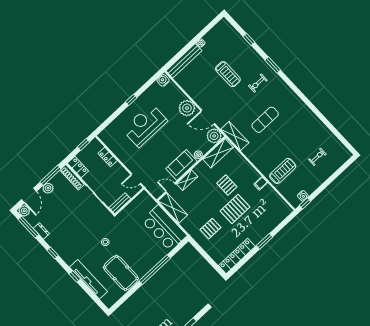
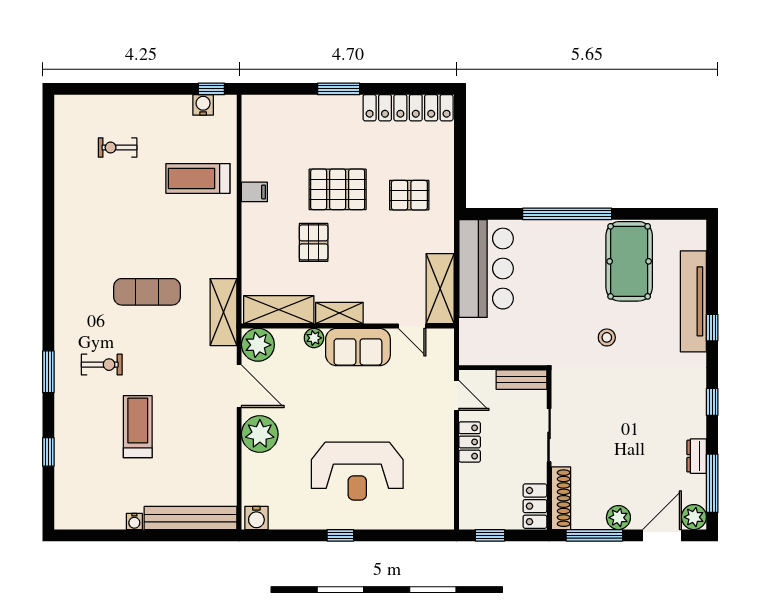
locker: (108, 157) -> (470, 442), moved
shelving: (187, 180) -> (339, 313), moved

